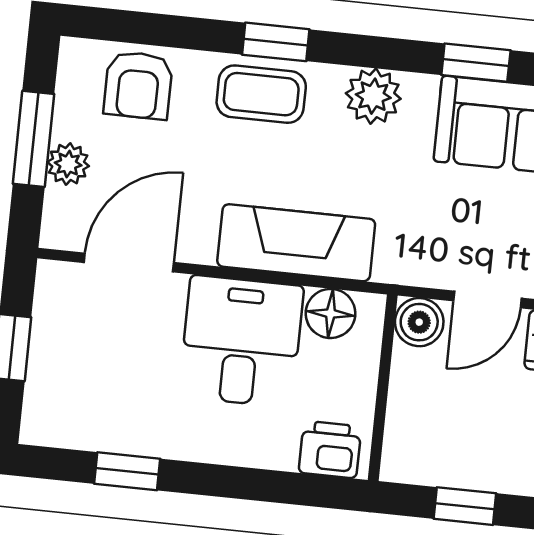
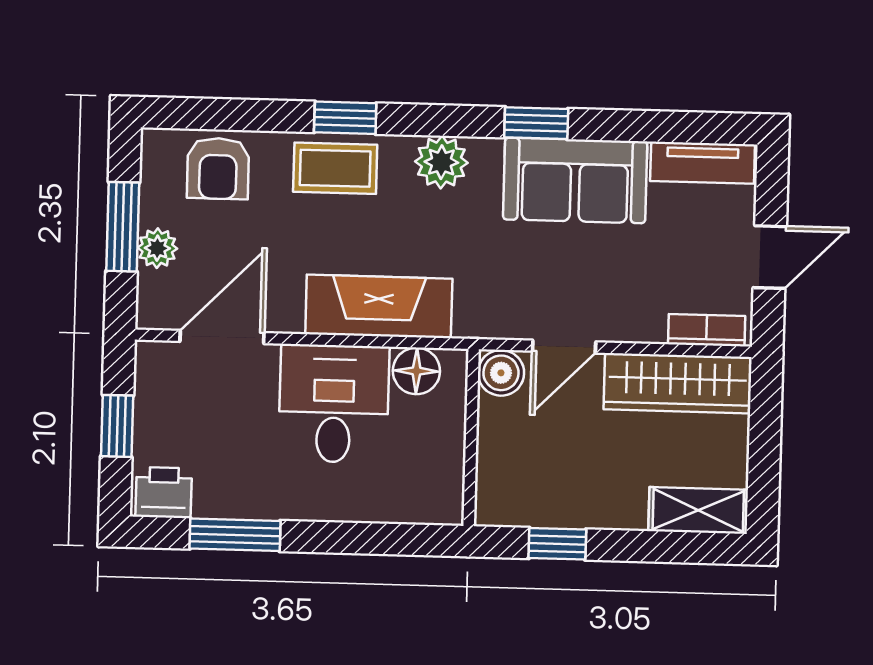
printer: (330, 450) -> (164, 493), moved
window: (127, 471) -> (235, 535), width x1.50

